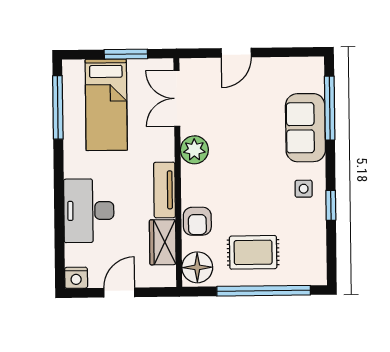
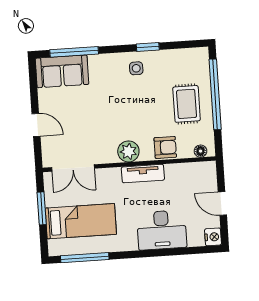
sofa: (305, 128) -> (62, 71), moved
plant: (194, 150) -> (128, 151), moved
wardrobe: (163, 242) -> (182, 173), removed
floor lamp: (197, 267) -> (200, 151), width x0.53, depth x0.53

